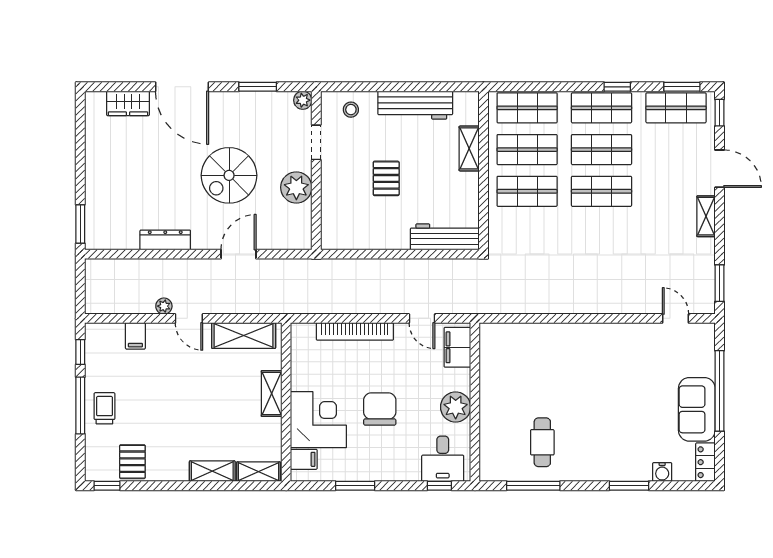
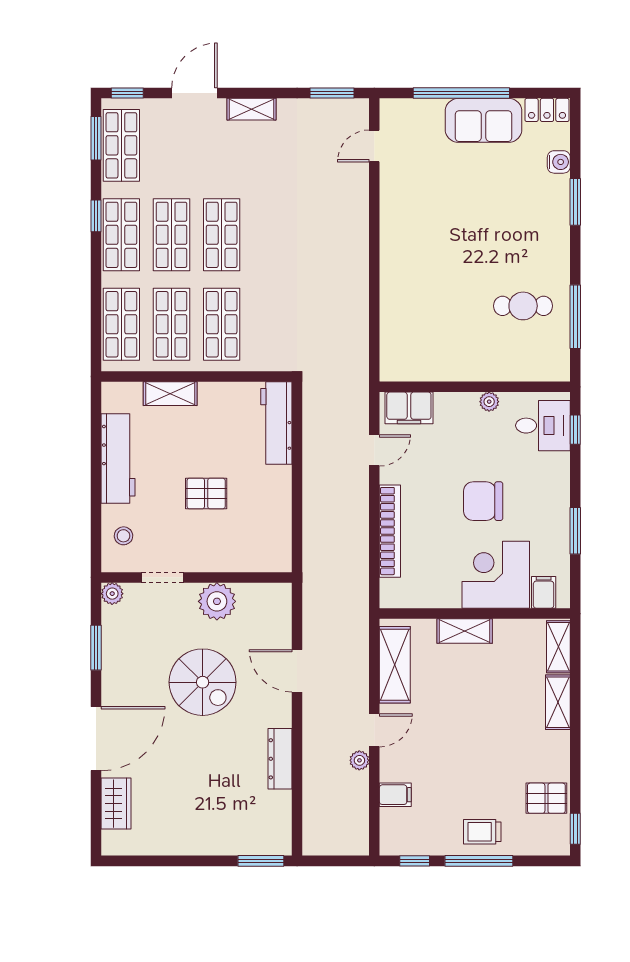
plant: (456, 407) -> (489, 402), width x0.53, depth x0.53

